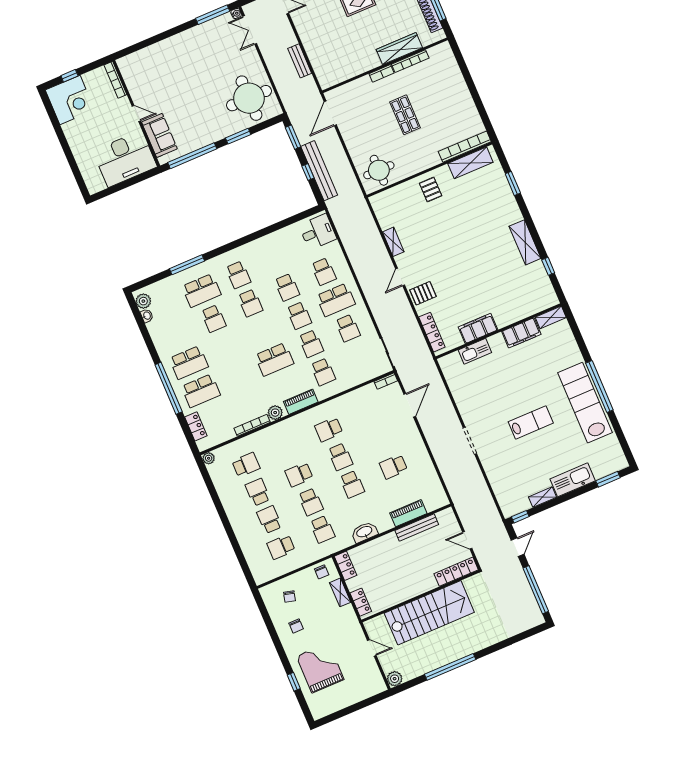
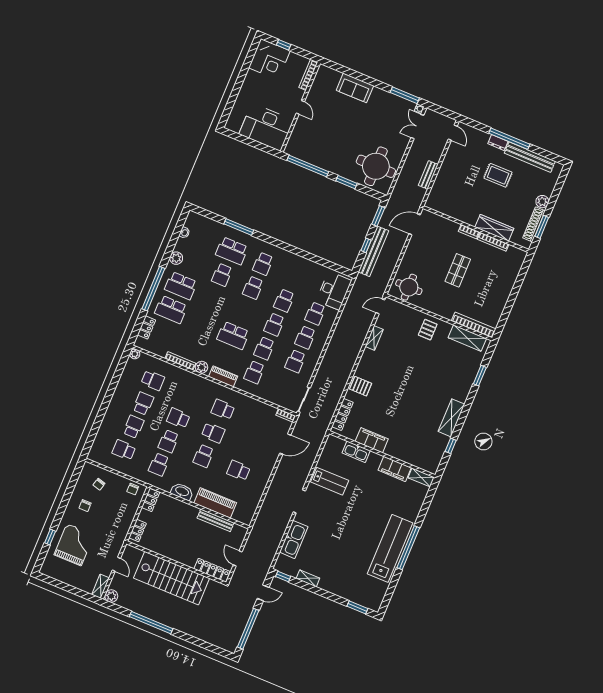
sofa: (159, 135) -> (355, 88), moved, turned 90
desk: (318, 232) -> (334, 291), width x1.37
door: (400, 277) -> (380, 306), moved
school desk: (336, 300) -> (305, 337), width x0.54
plant: (143, 301) -> (176, 258), moved
lab bench: (531, 422) -> (330, 481), moved
school desk: (340, 457) -> (213, 433), turned -90
kitchen sink: (573, 480) -> (294, 539), moved, turned 90
piano: (408, 513) -> (215, 503), width x1.37, depth x1.33
shelving: (340, 592) -> (101, 586), moved

